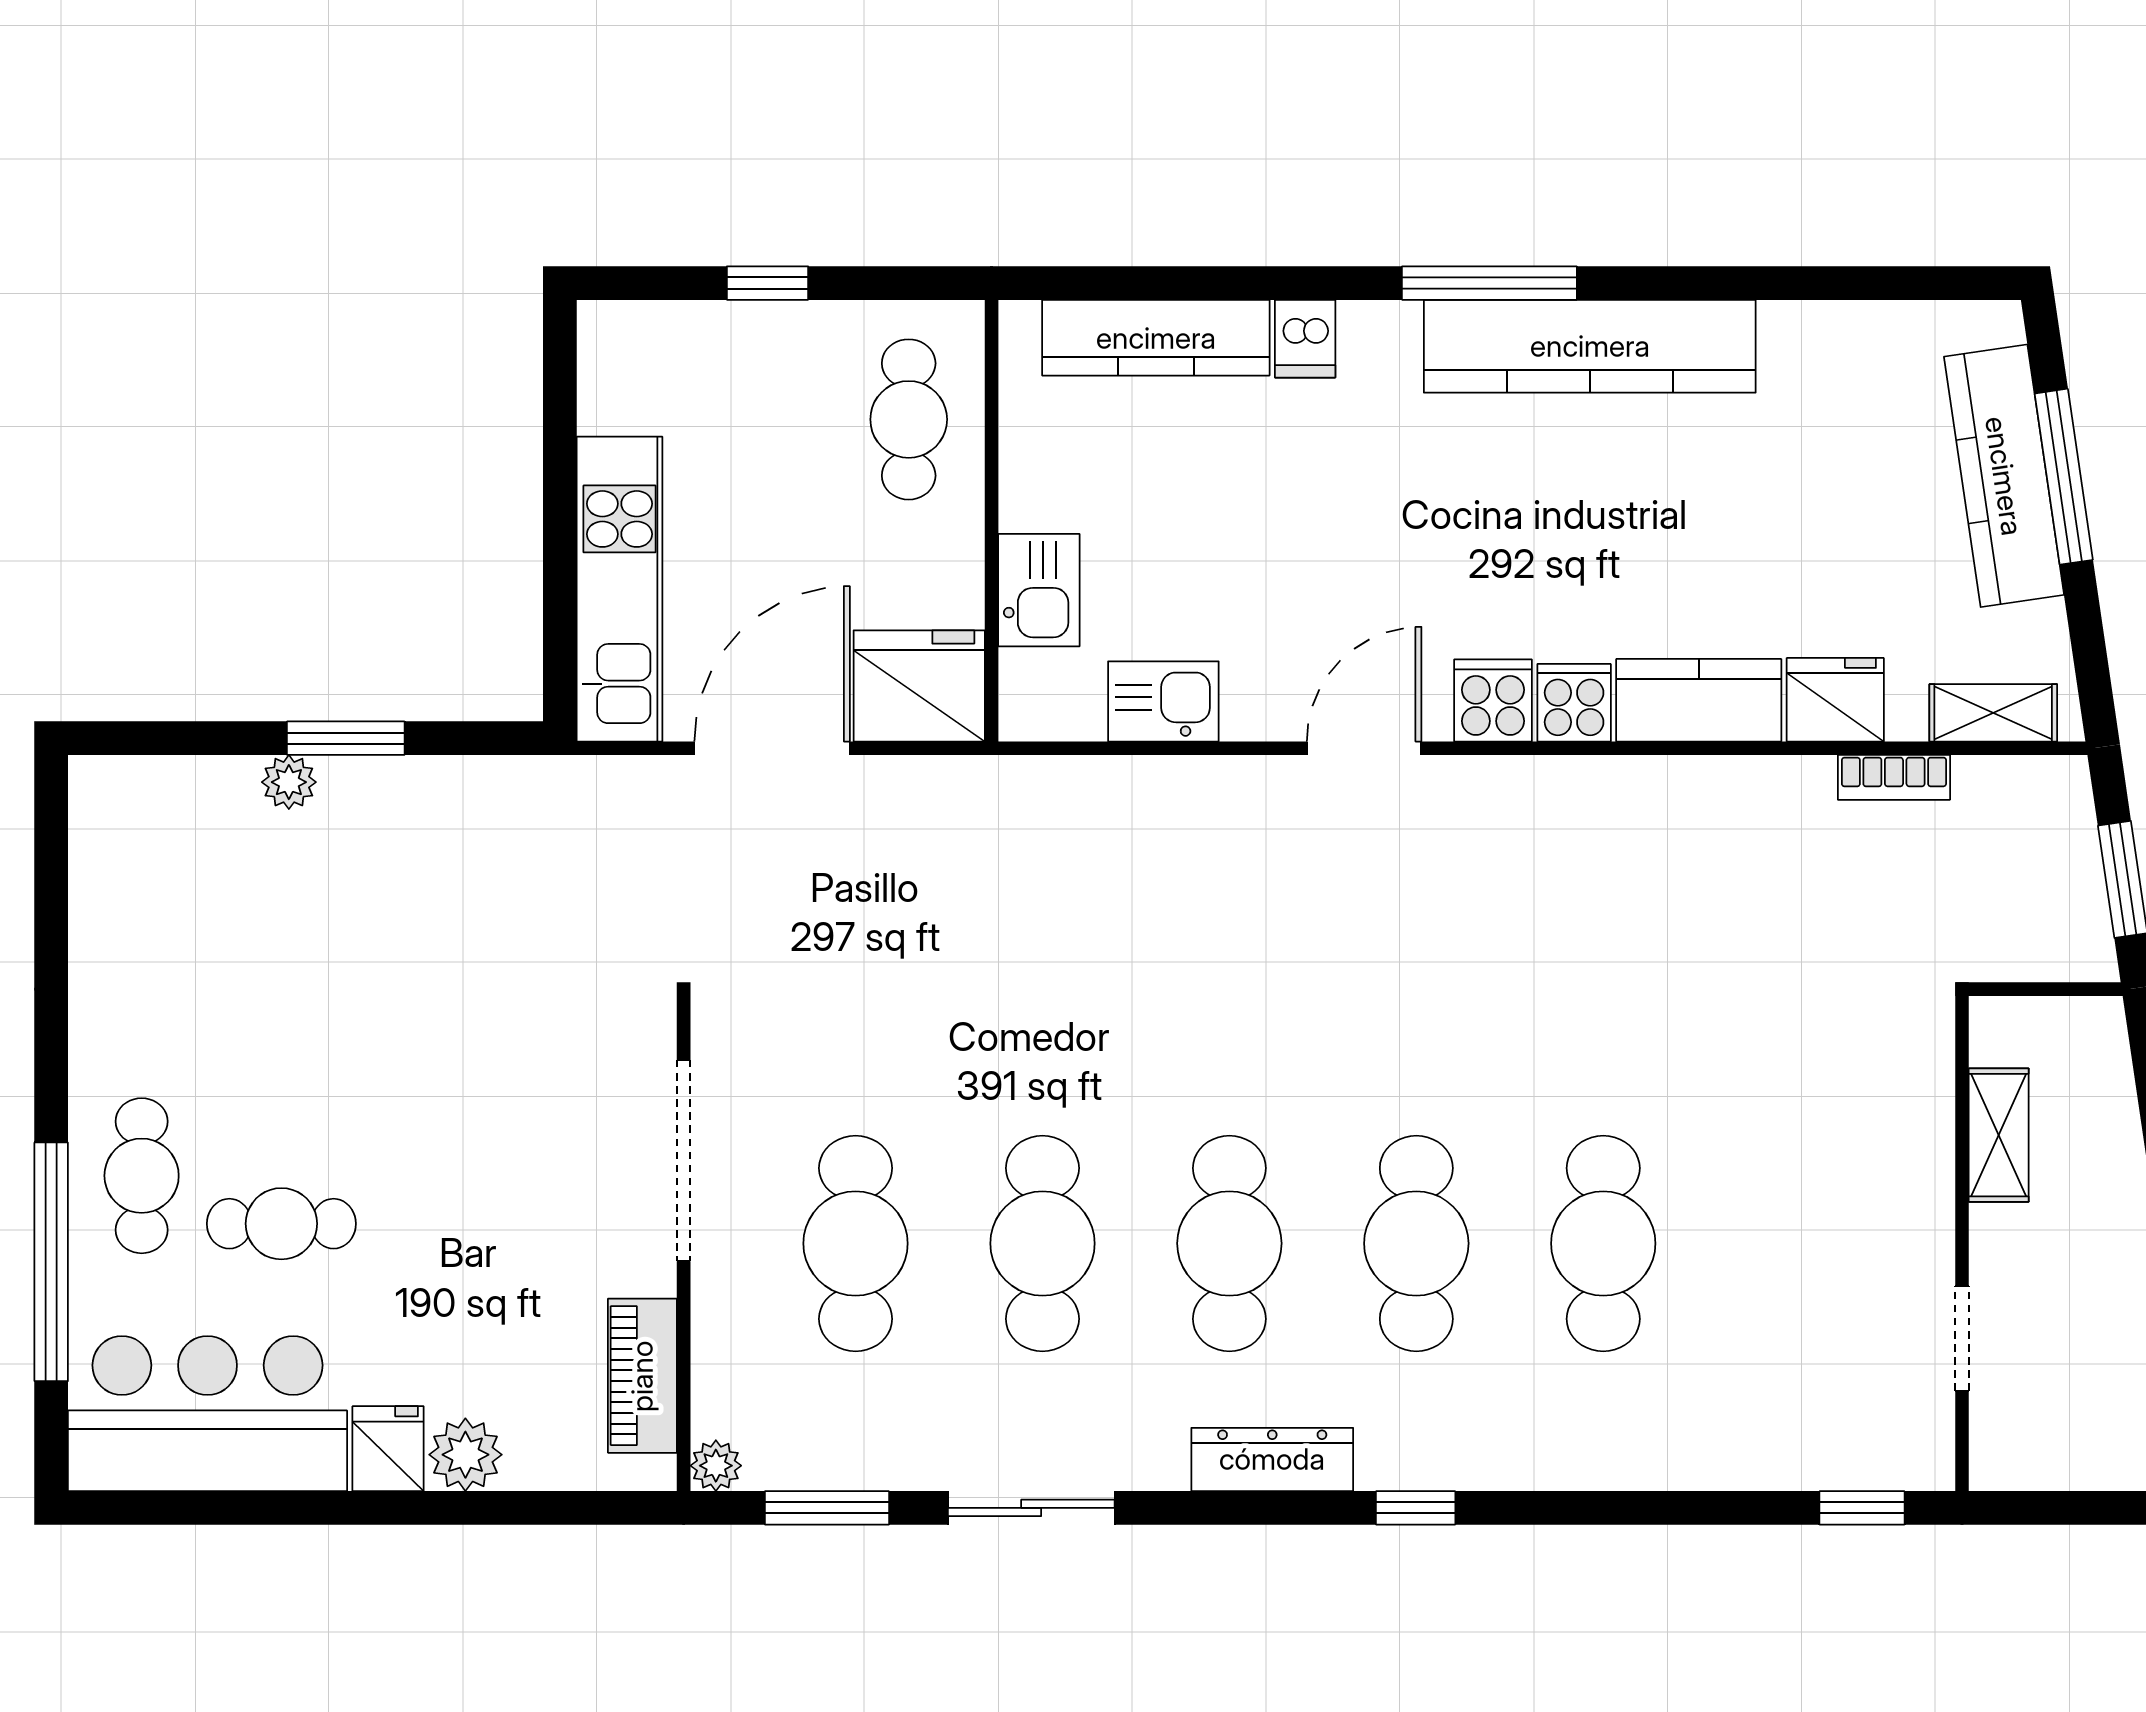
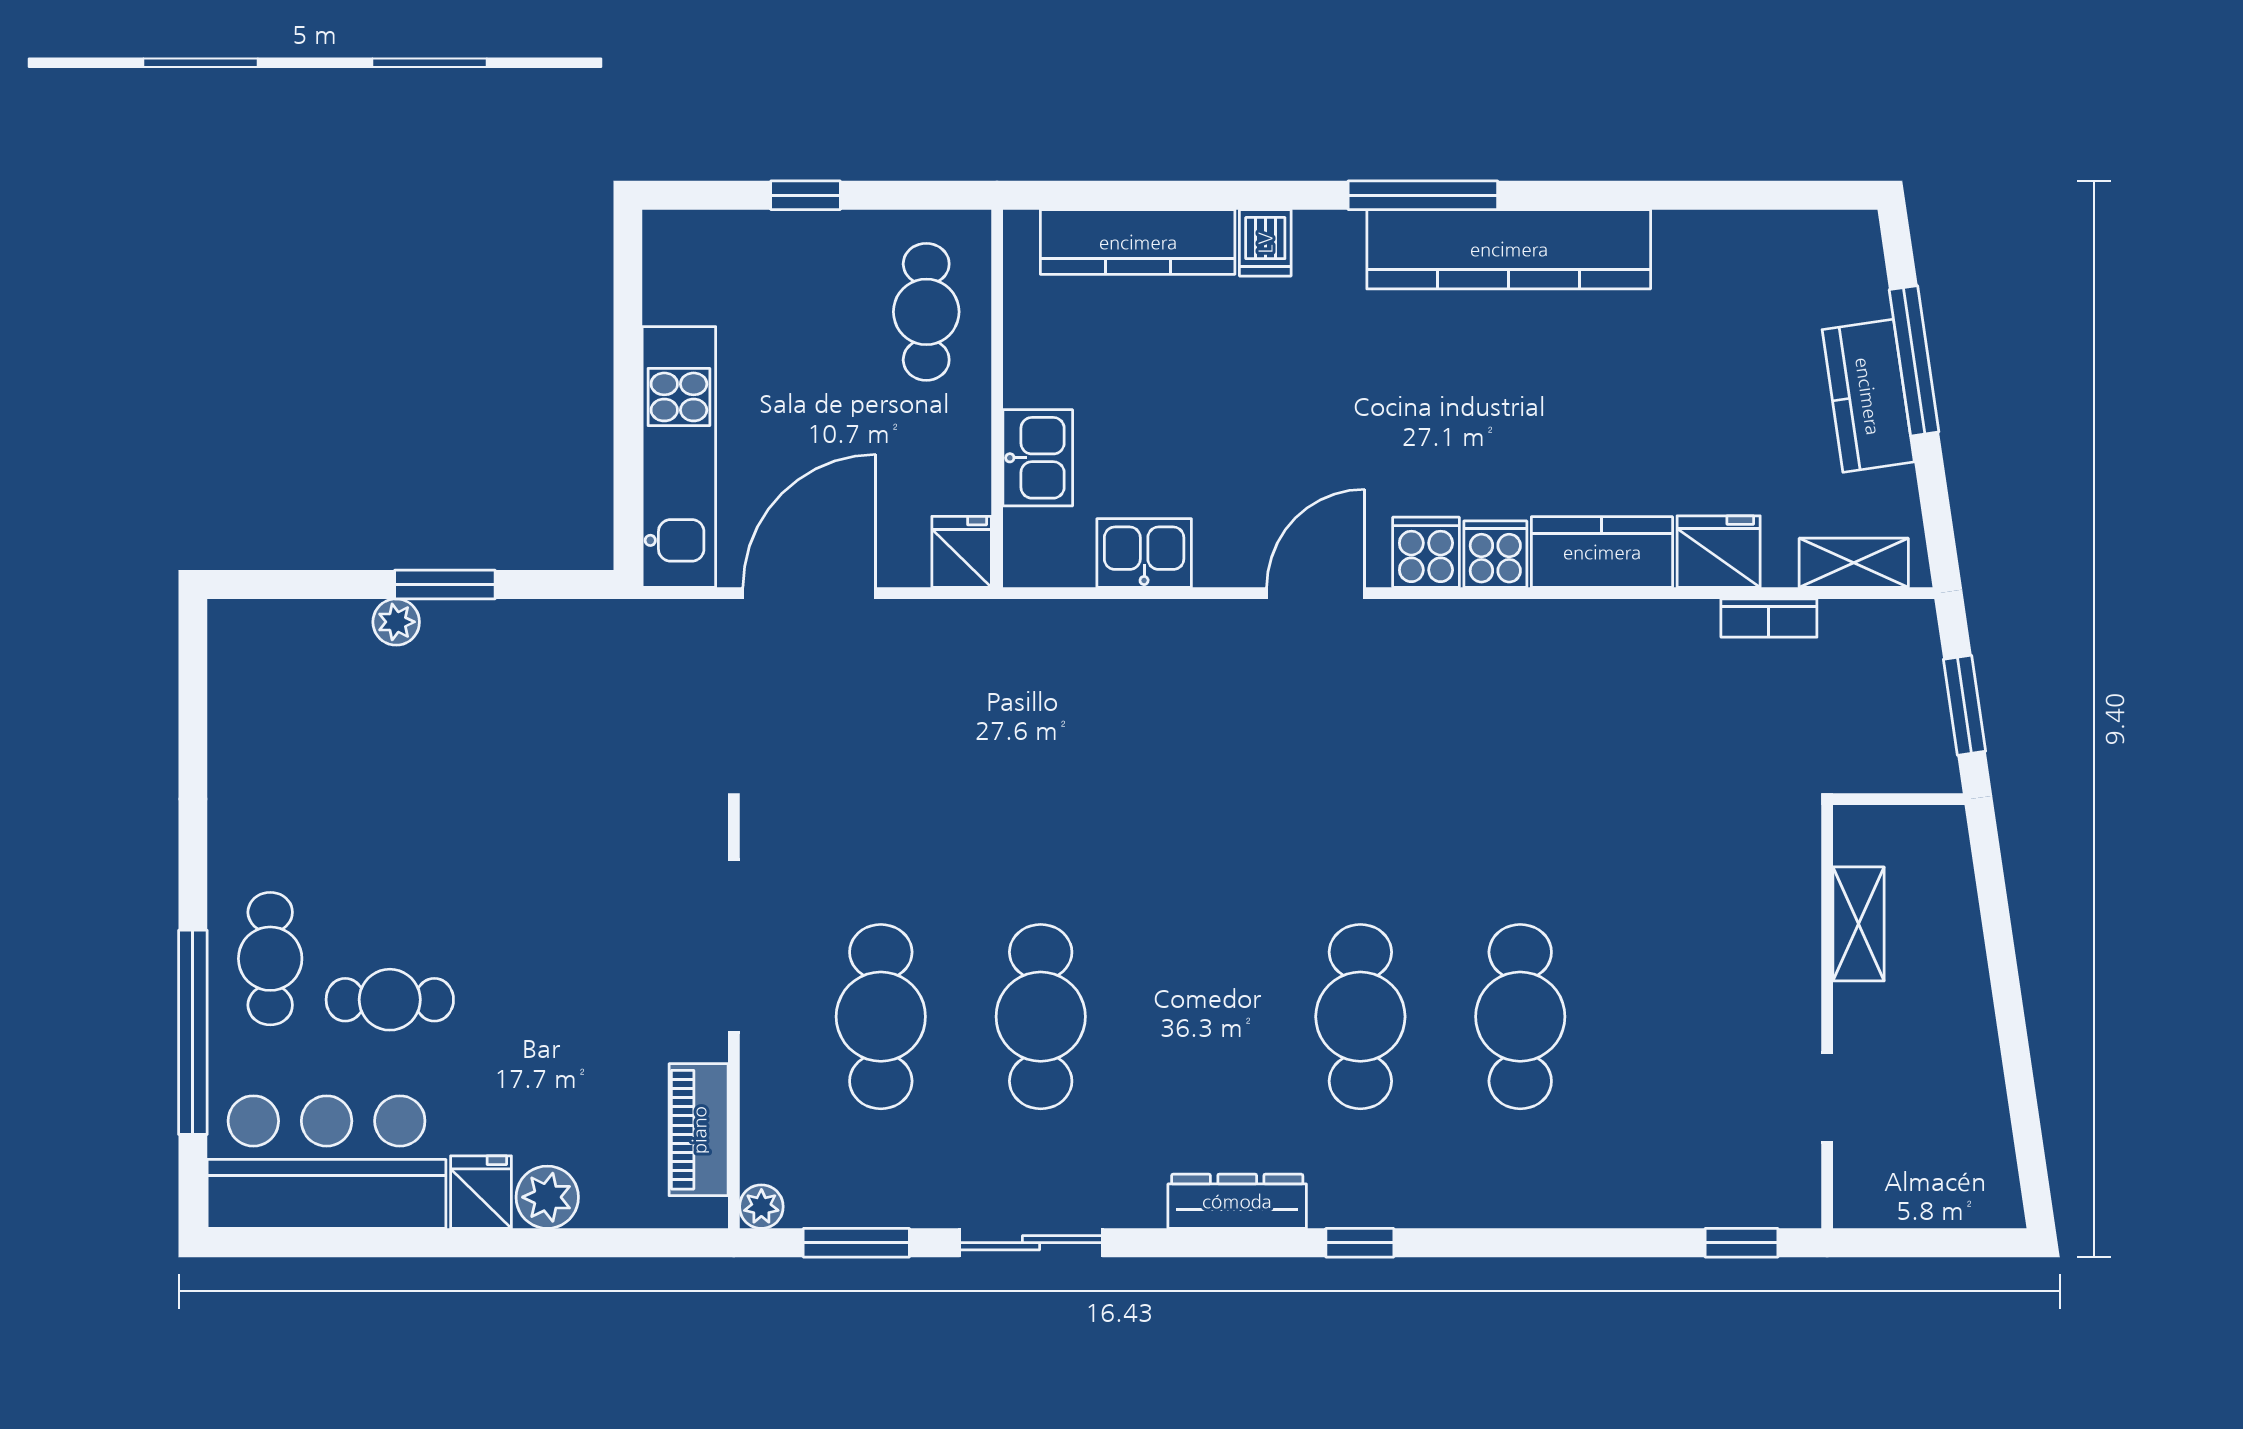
kitchen counter: (2004, 476) -> (1868, 396), width x0.67
fridge: (919, 686) -> (962, 552), width x0.53, depth x0.75
cafe table: (1229, 1243) -> (1201, 1017), removed

